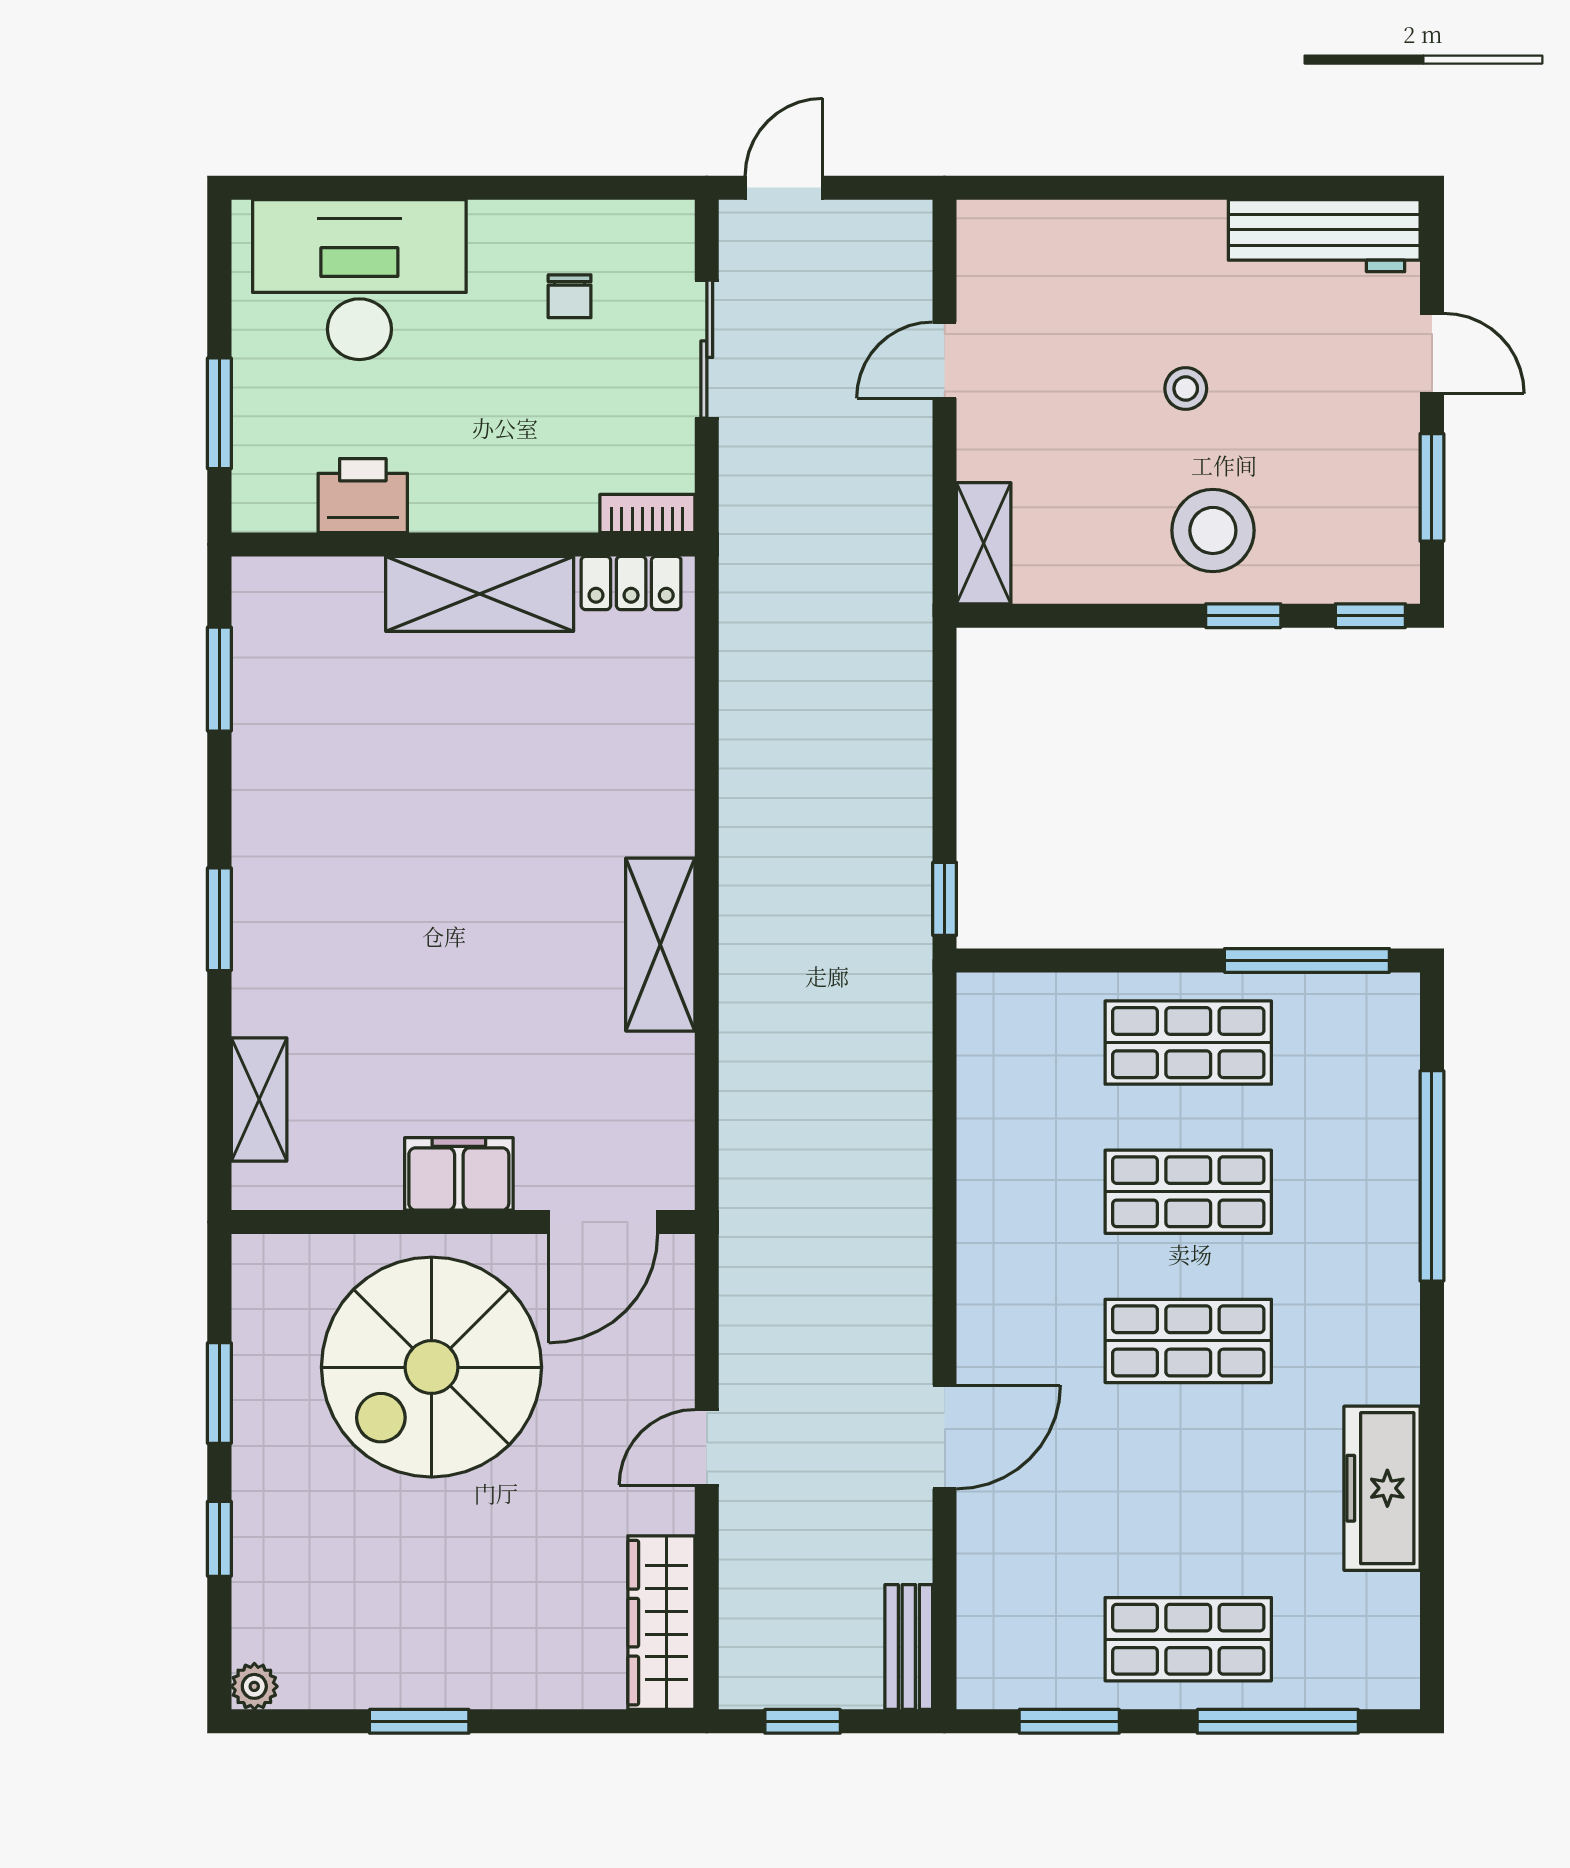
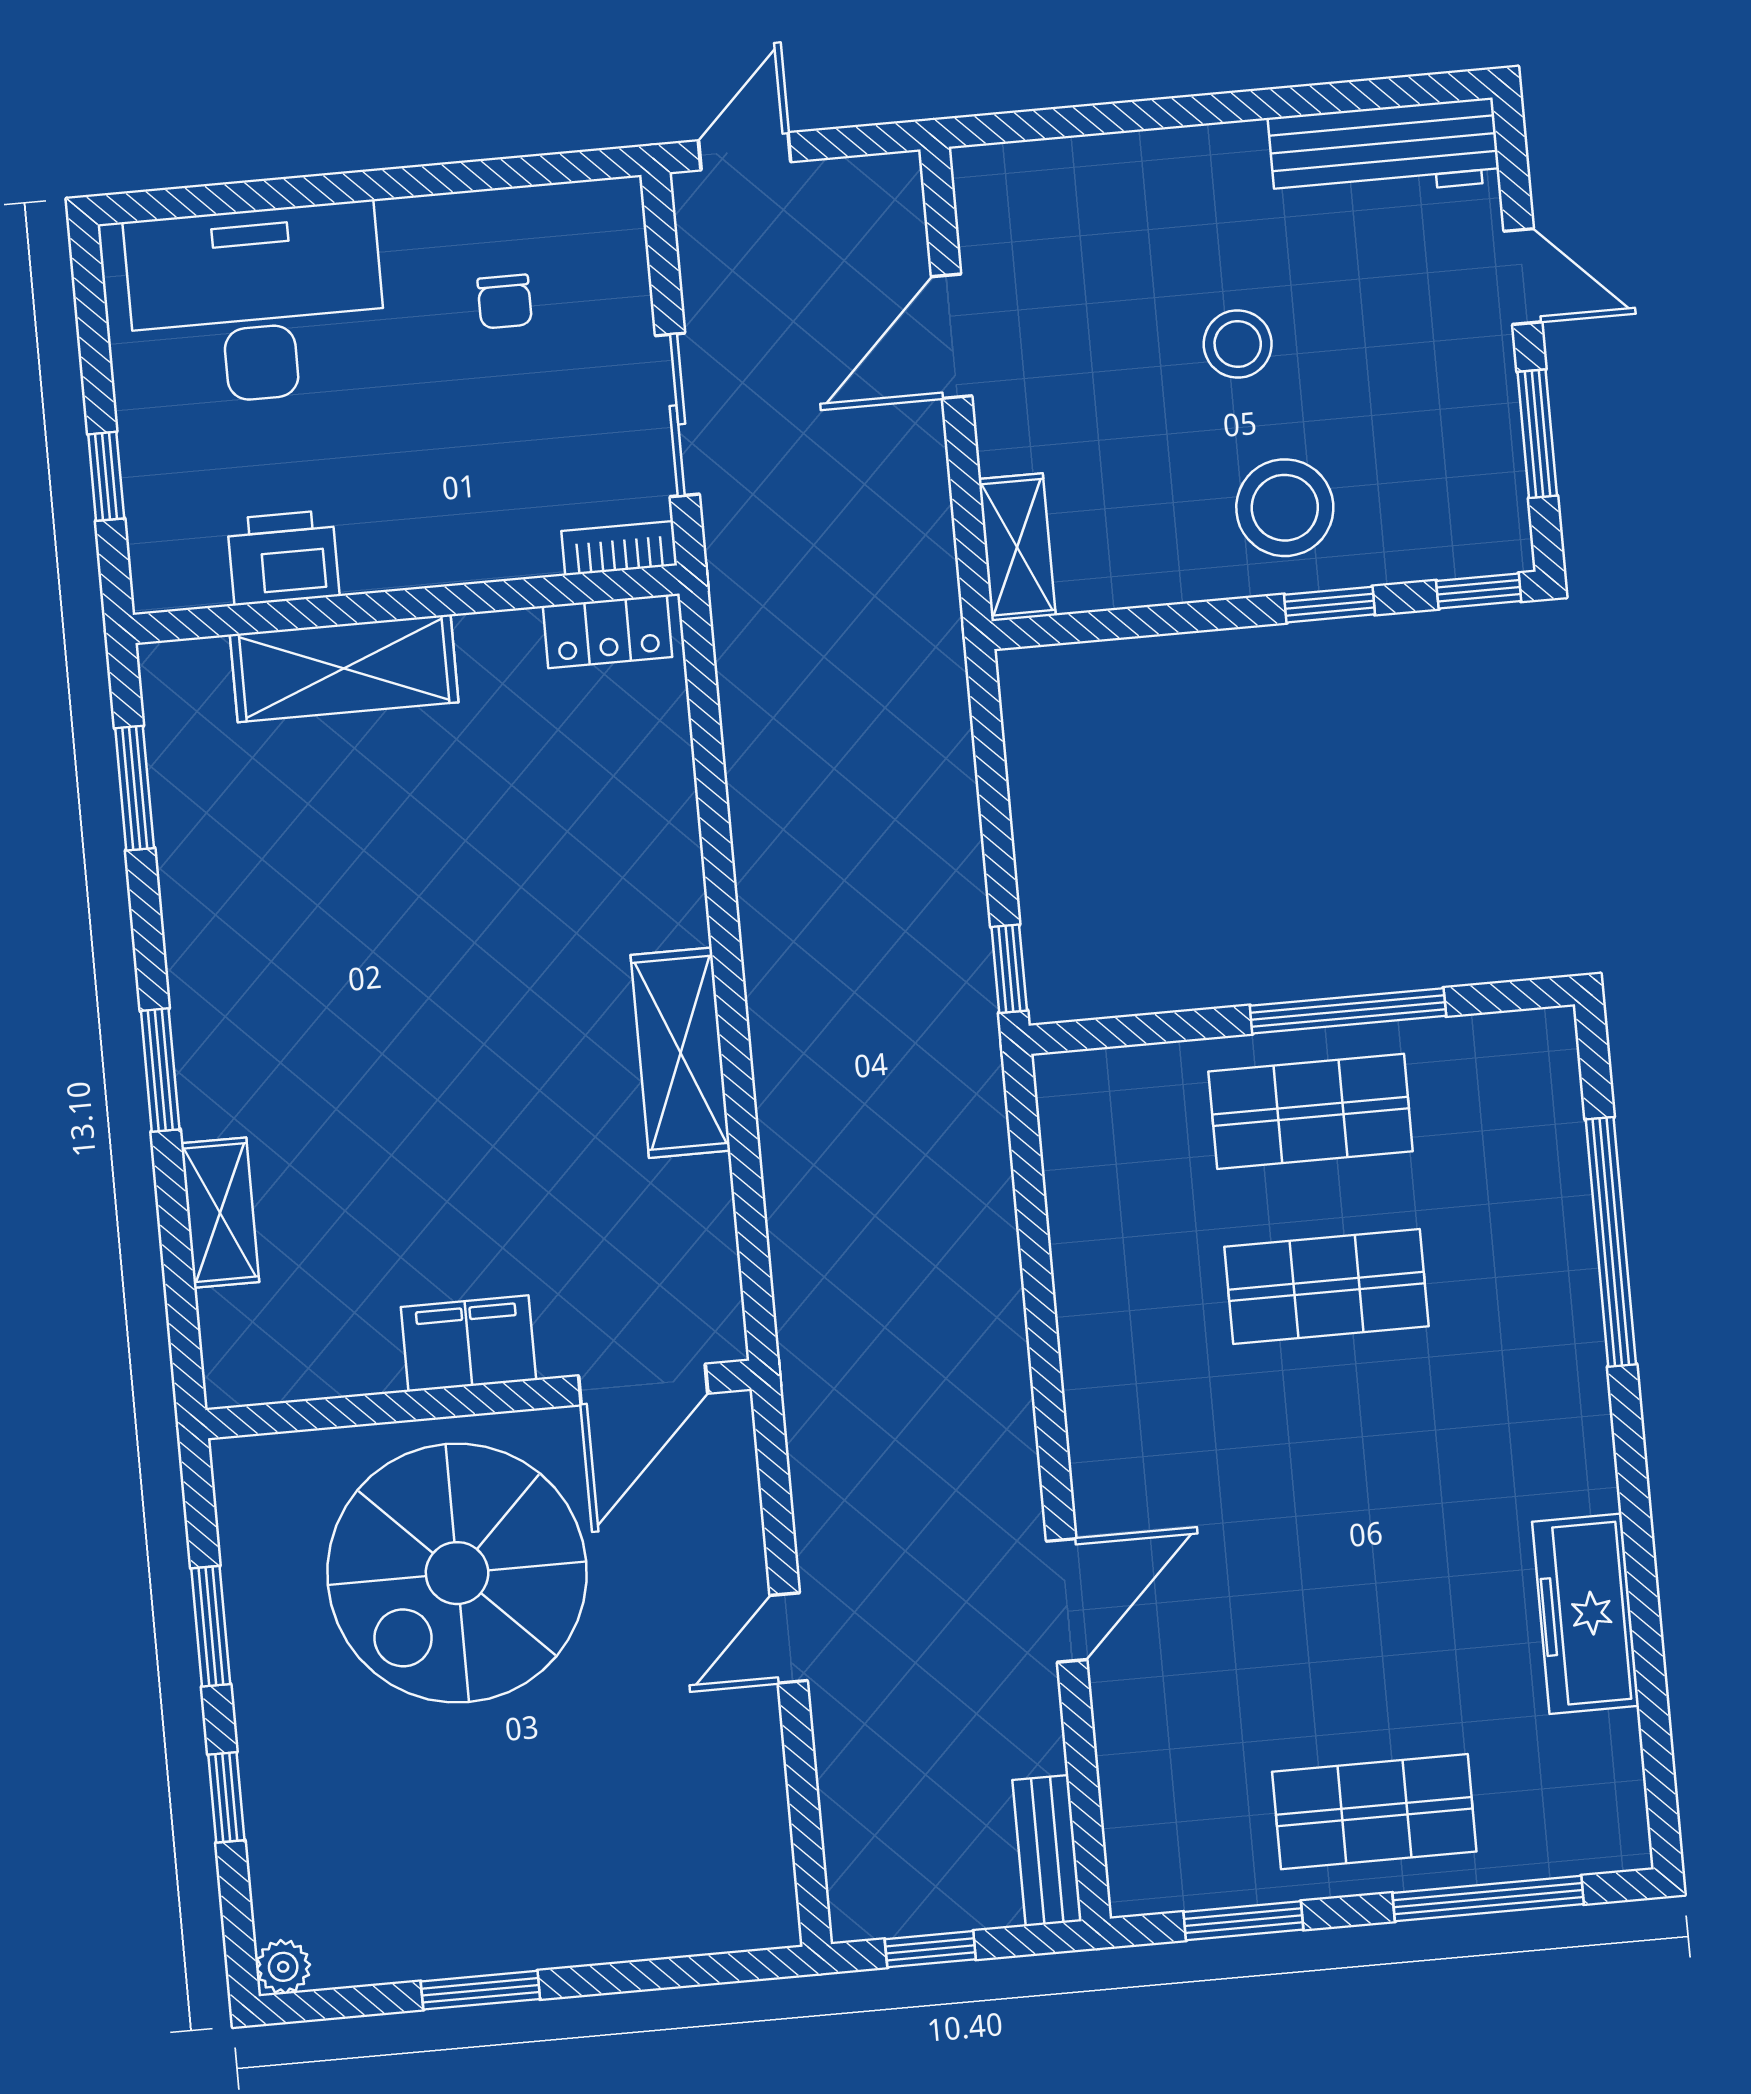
sliding door: (707, 349) -> (677, 415), moved
door: (945, 360) -> (952, 336), width x1.38
stool: (1186, 389) -> (1238, 344), width x1.37, depth x1.37
window: (219, 413) -> (106, 476), width x0.67
shelving: (480, 594) -> (344, 668), moved
window: (1307, 960) -> (1348, 1011), moved
shelving: (259, 1099) -> (220, 1213), moved
shop shelf: (1188, 1341) -> (1342, 1462), removed
wardrobe: (661, 1623) -> (754, 1849), removed

